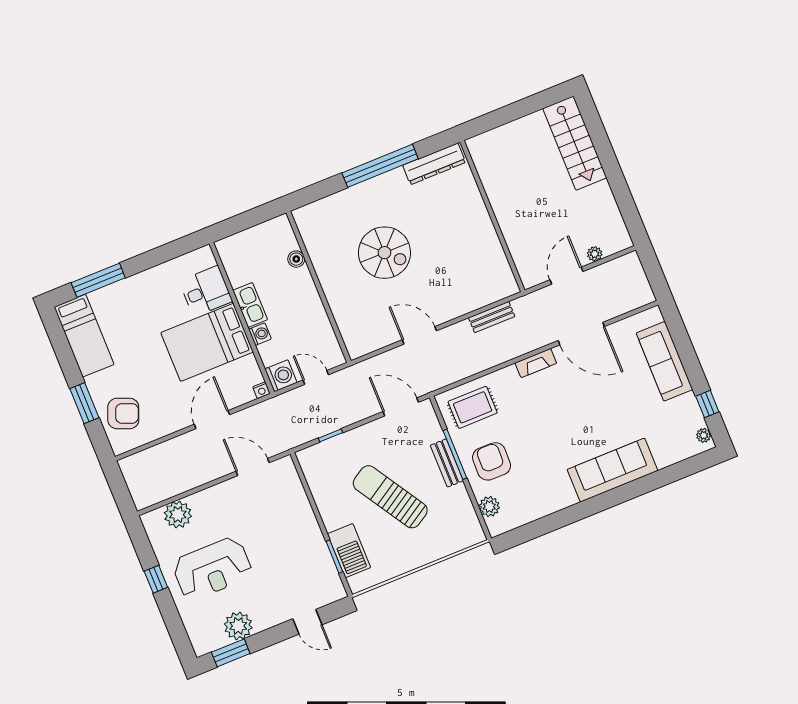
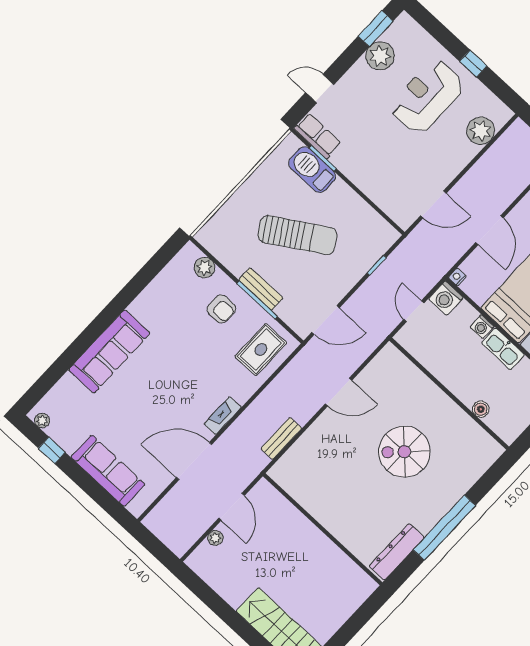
door: (316, 377) -> (414, 311), swing flipped
armchair: (492, 461) -> (221, 309), width x0.72, depth x0.72
row of seats: (329, 579) -> (318, 136), added

